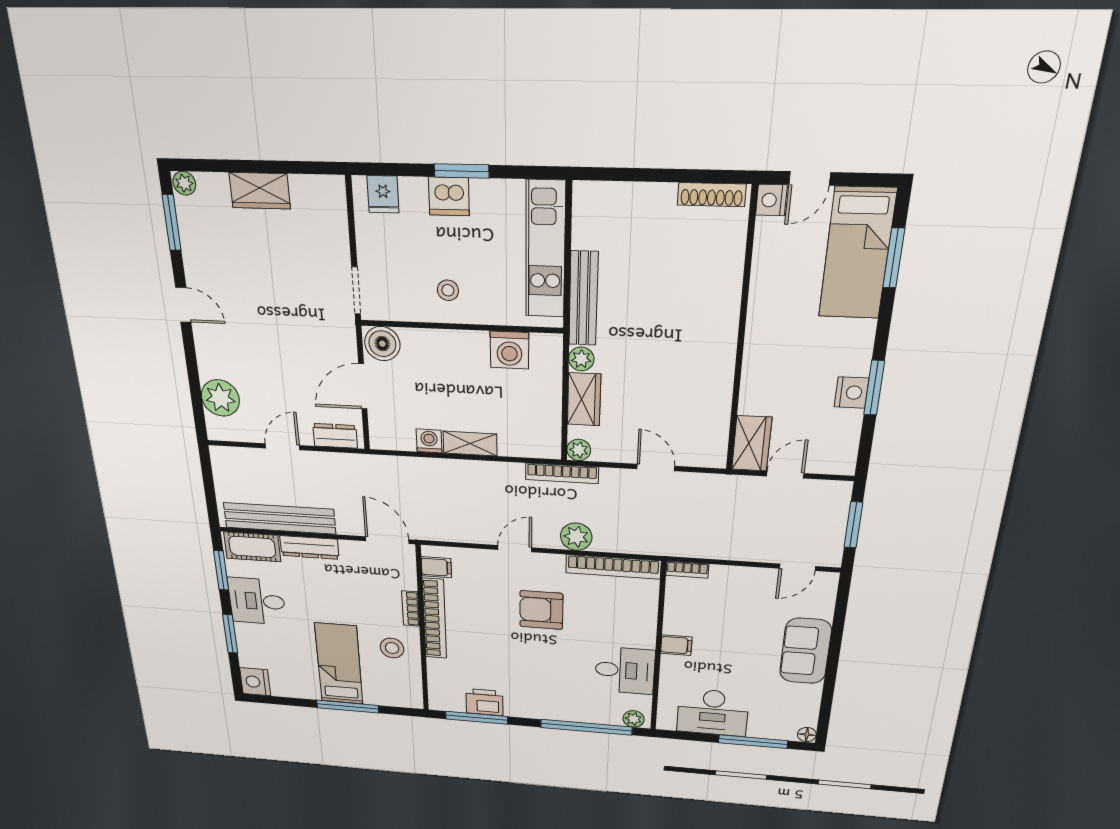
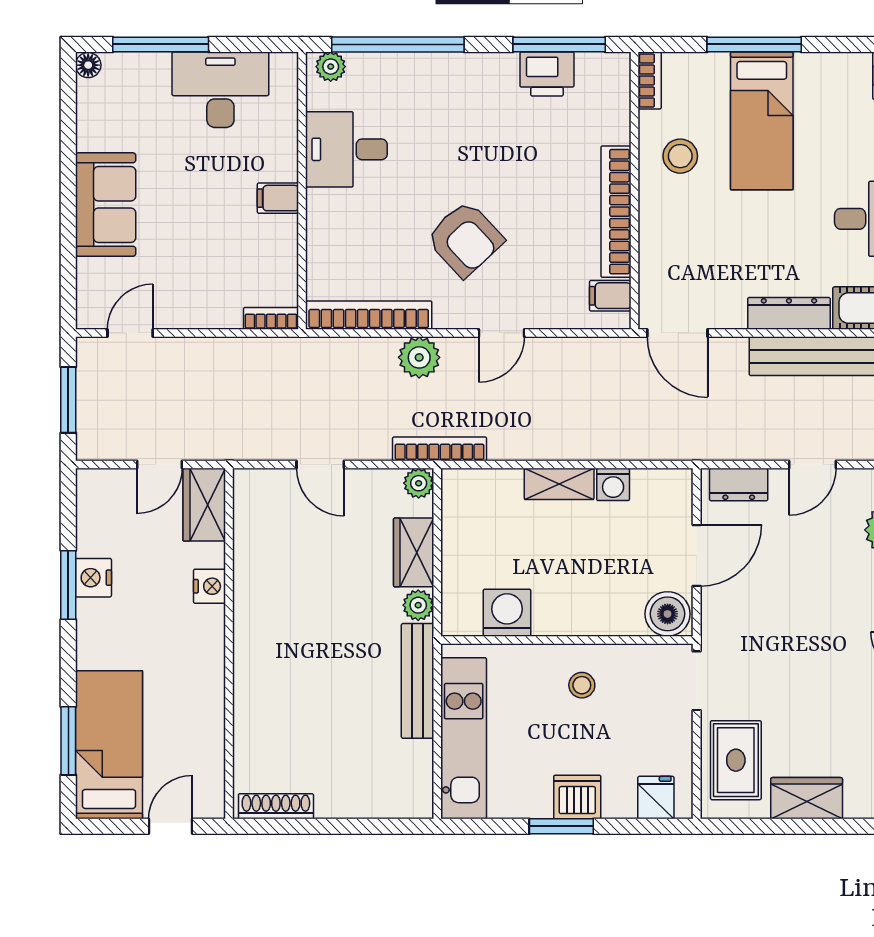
nightstand: (771, 200) -> (210, 586), moved
rug: (320, 225) -> (736, 760), added
bookcase: (411, 609) -> (650, 80), moved
armchair: (541, 610) -> (465, 239), turned 47

